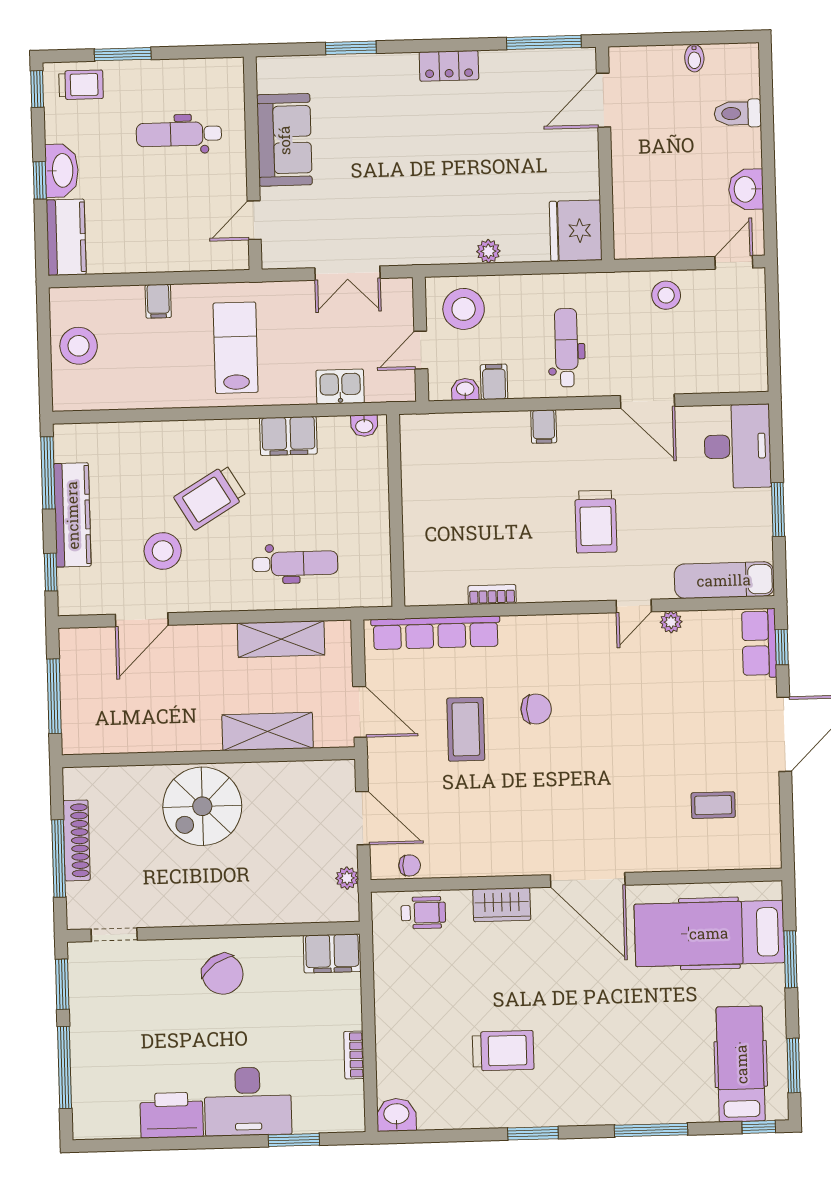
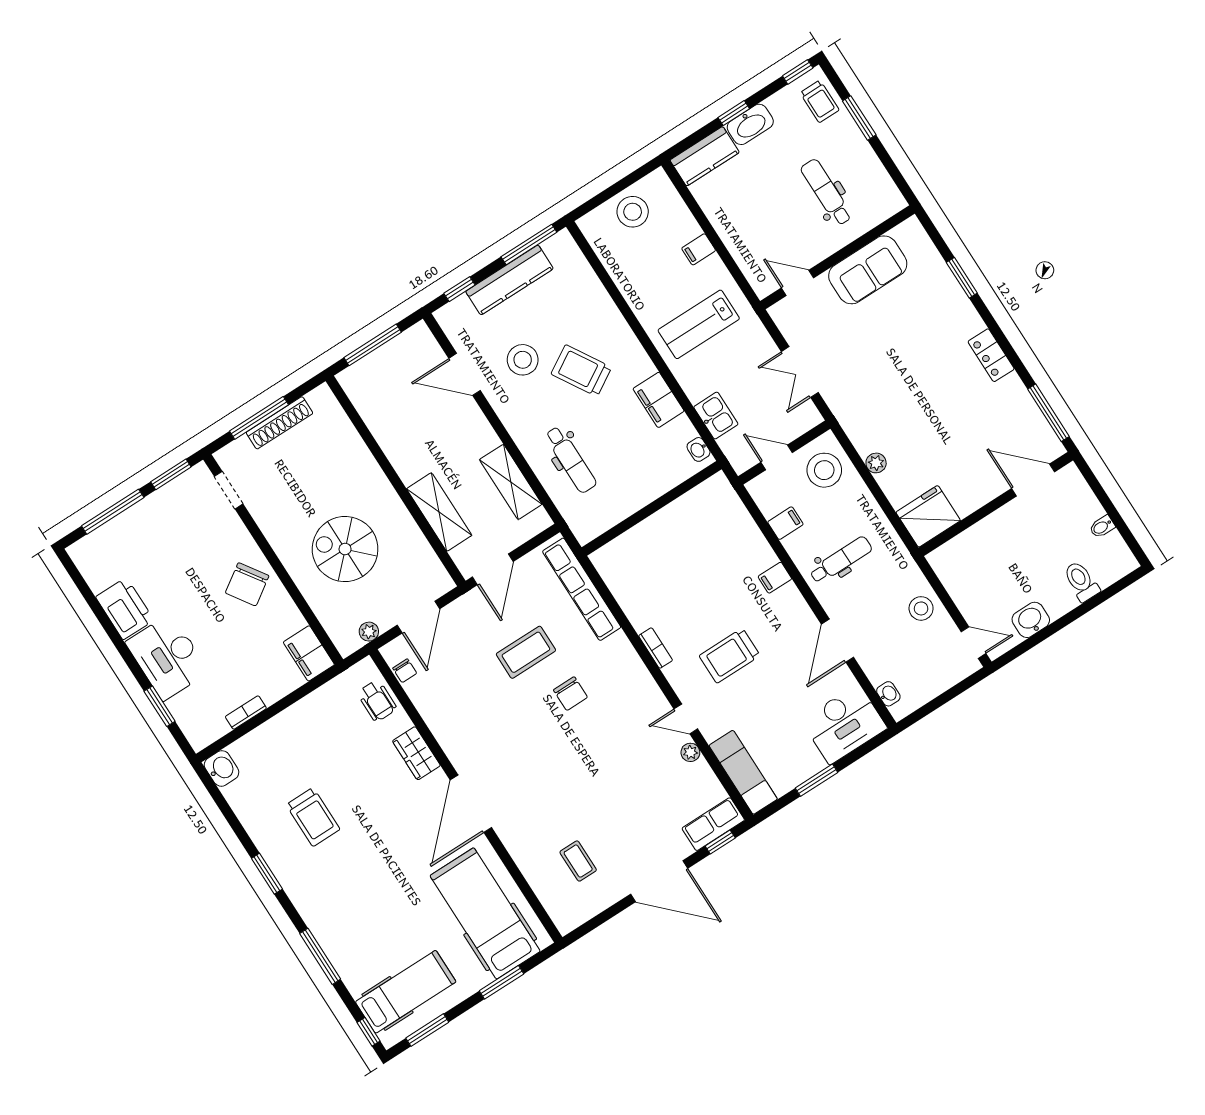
lab bench: (236, 348) -> (699, 324), turned 180
washbasin: (465, 389) -> (888, 694), moved
bookcase: (492, 594) -> (656, 648), moved
spiral stairs: (202, 806) -> (345, 549), moved

